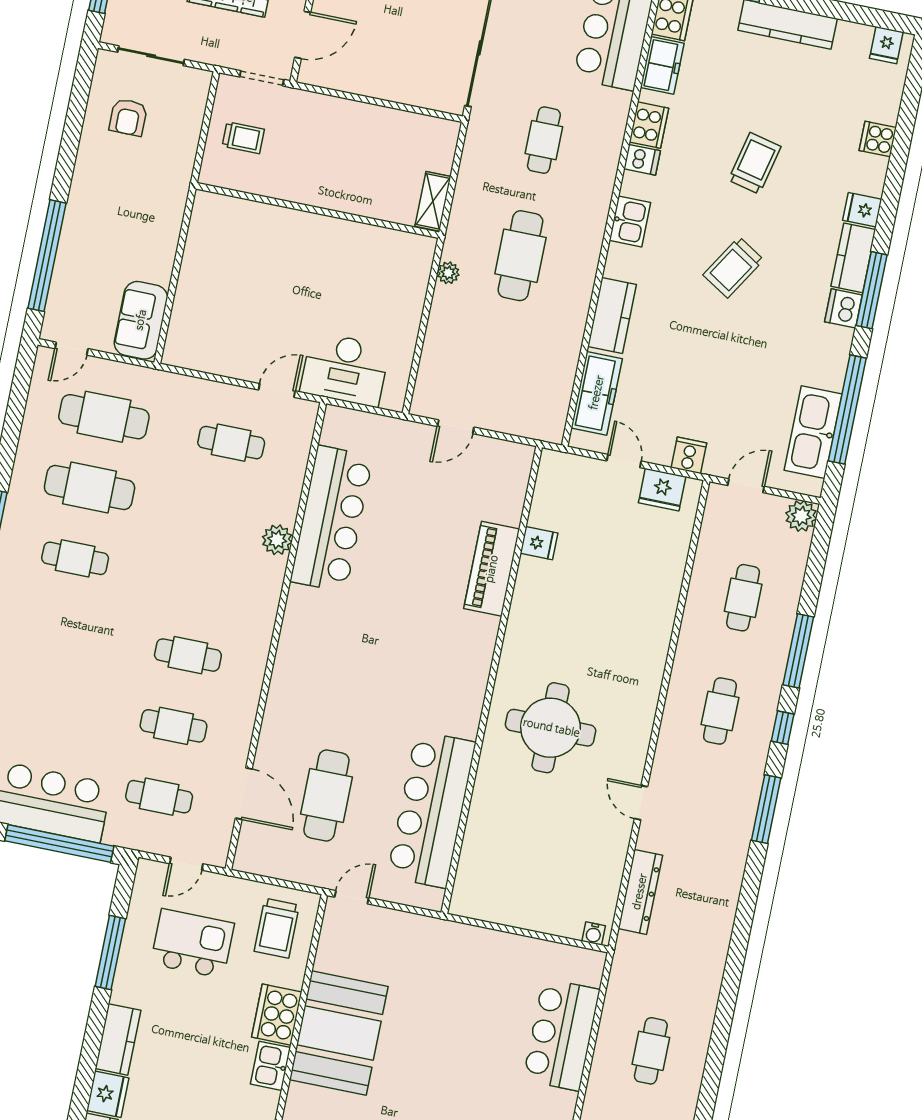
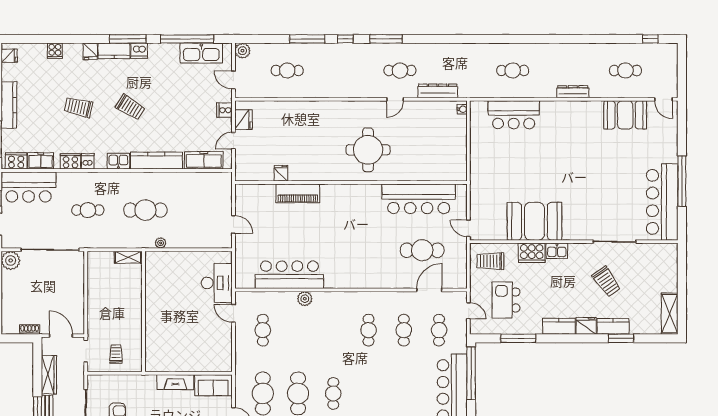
fireplace: (163, 246) -> (175, 382), added
kitchen counter: (612, 315) -> (156, 161), width x1.50
cafe table: (720, 711) -> (400, 70), moved
trolley: (277, 928) -> (490, 261), turned 180

